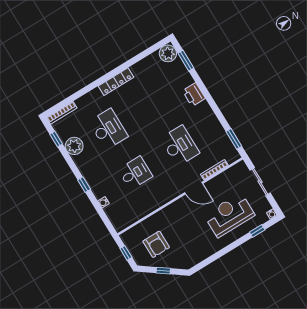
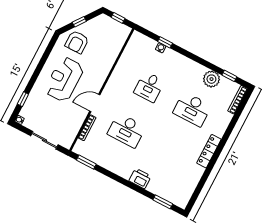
plant: (168, 53) -> (181, 199), removed
window: (84, 185) -> (165, 42), moved
reception desk: (229, 215) -> (64, 79), moved, turned 180
armchair: (156, 244) -> (77, 42), moved, turned -90

